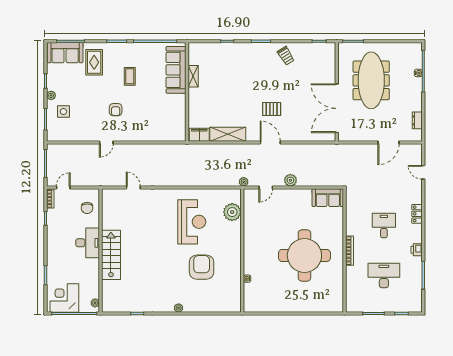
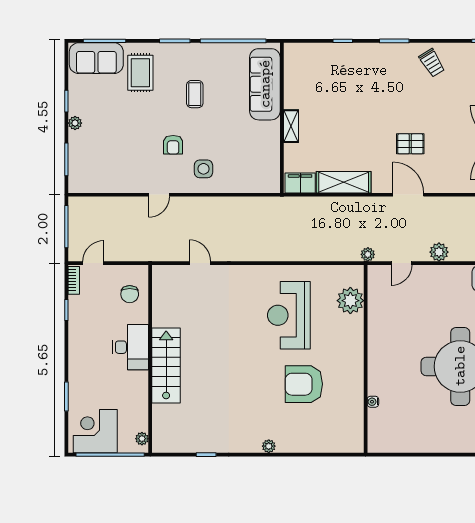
shelving: (193, 76) -> (291, 126), moved
side table: (63, 112) -> (203, 169), moved
reception desk: (192, 222) -> (289, 315), turned 180
armchair: (202, 267) -> (304, 384), turned -90

